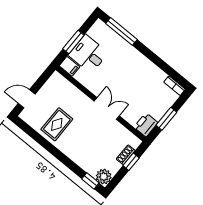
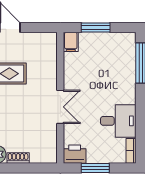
desk: (88, 54) -> (118, 121), moved, turned 90
shoe rack: (126, 155) -> (18, 158), moved
window: (131, 162) -> (30, 168), removed

